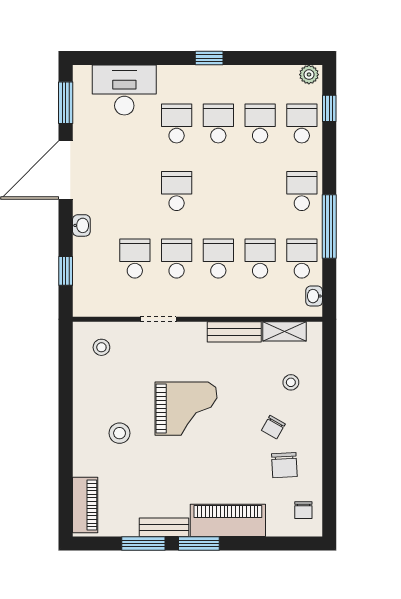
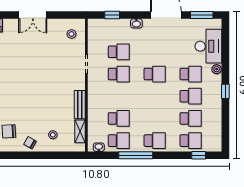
plant: (309, 75) -> (217, 69), moved
school desk: (218, 259) -> (119, 96), removed
grand piano: (186, 409) -> (39, 79), removed
double door: (66, 420) -> (33, 15), added
chair: (273, 427) -> (30, 143), moved
stool: (120, 433) -> (26, 44), removed

